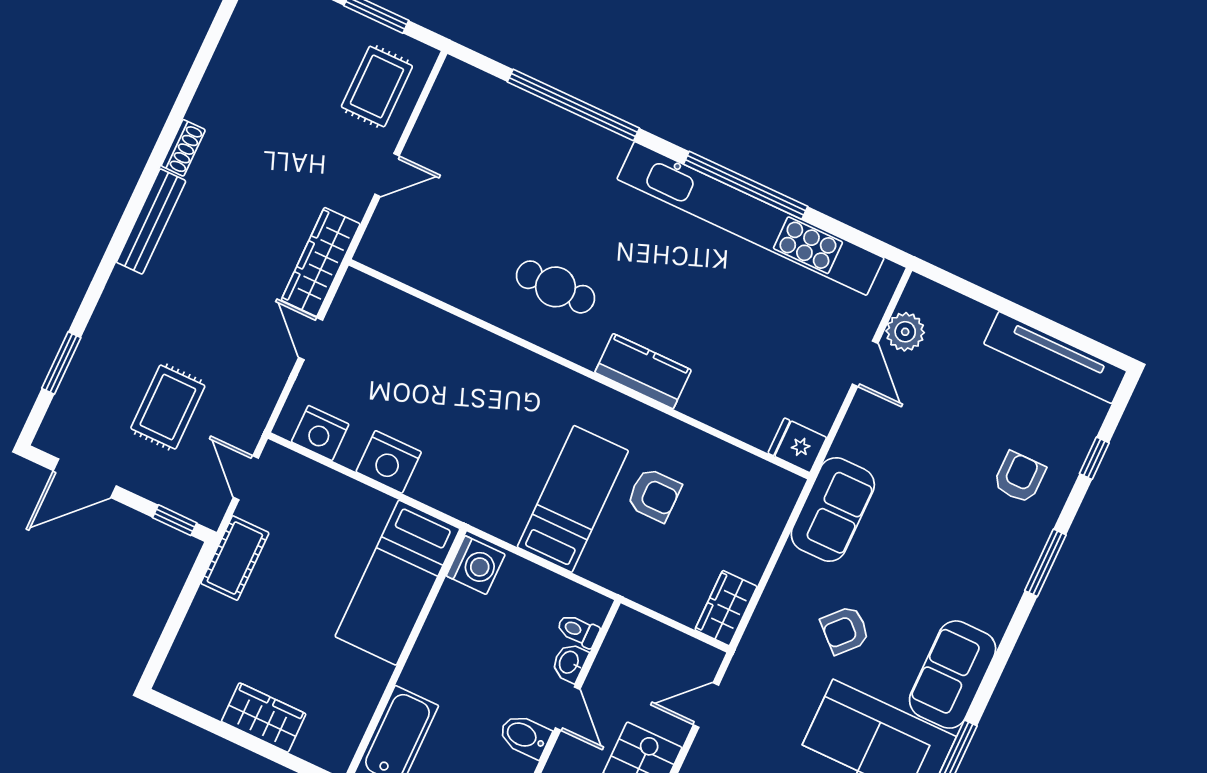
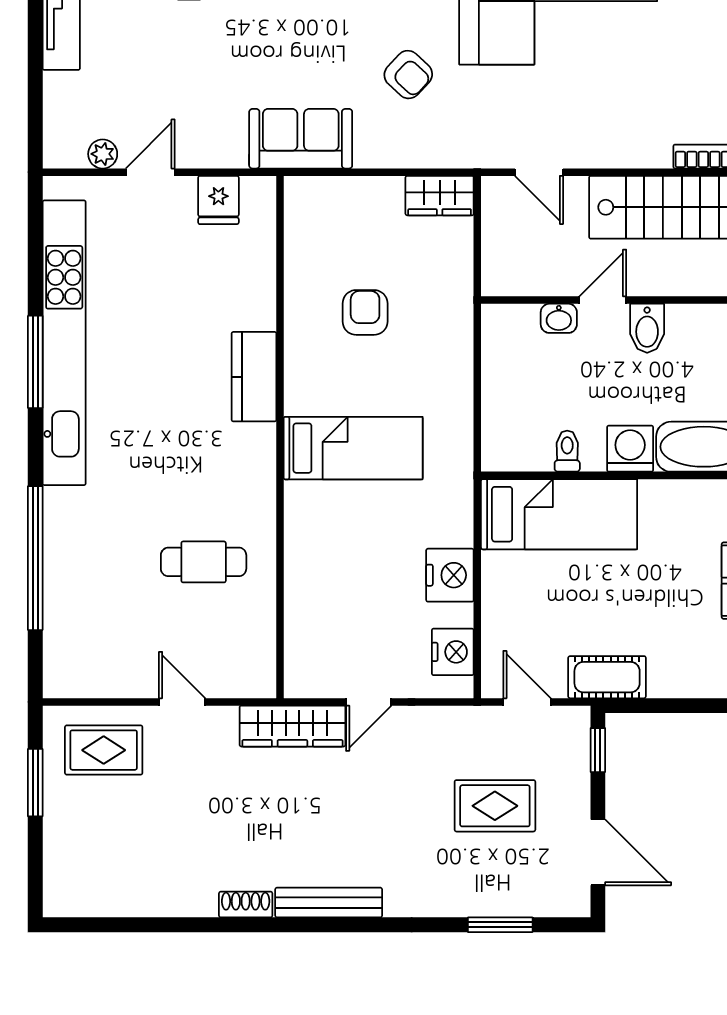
window: (746, 185) -> (35, 362), width x0.68
cafe table: (555, 287) -> (204, 562), moved, turned 90
plant: (905, 332) -> (103, 154), width x0.73, depth x0.73
fridge: (797, 445) -> (218, 200), moved
door: (246, 478) -> (527, 702), swing flipped
bed: (573, 499) -> (353, 448), moved, turned 180
washing machine: (476, 565) -> (630, 449), moved
toilet: (578, 631) -> (567, 451), moved, turned 180

